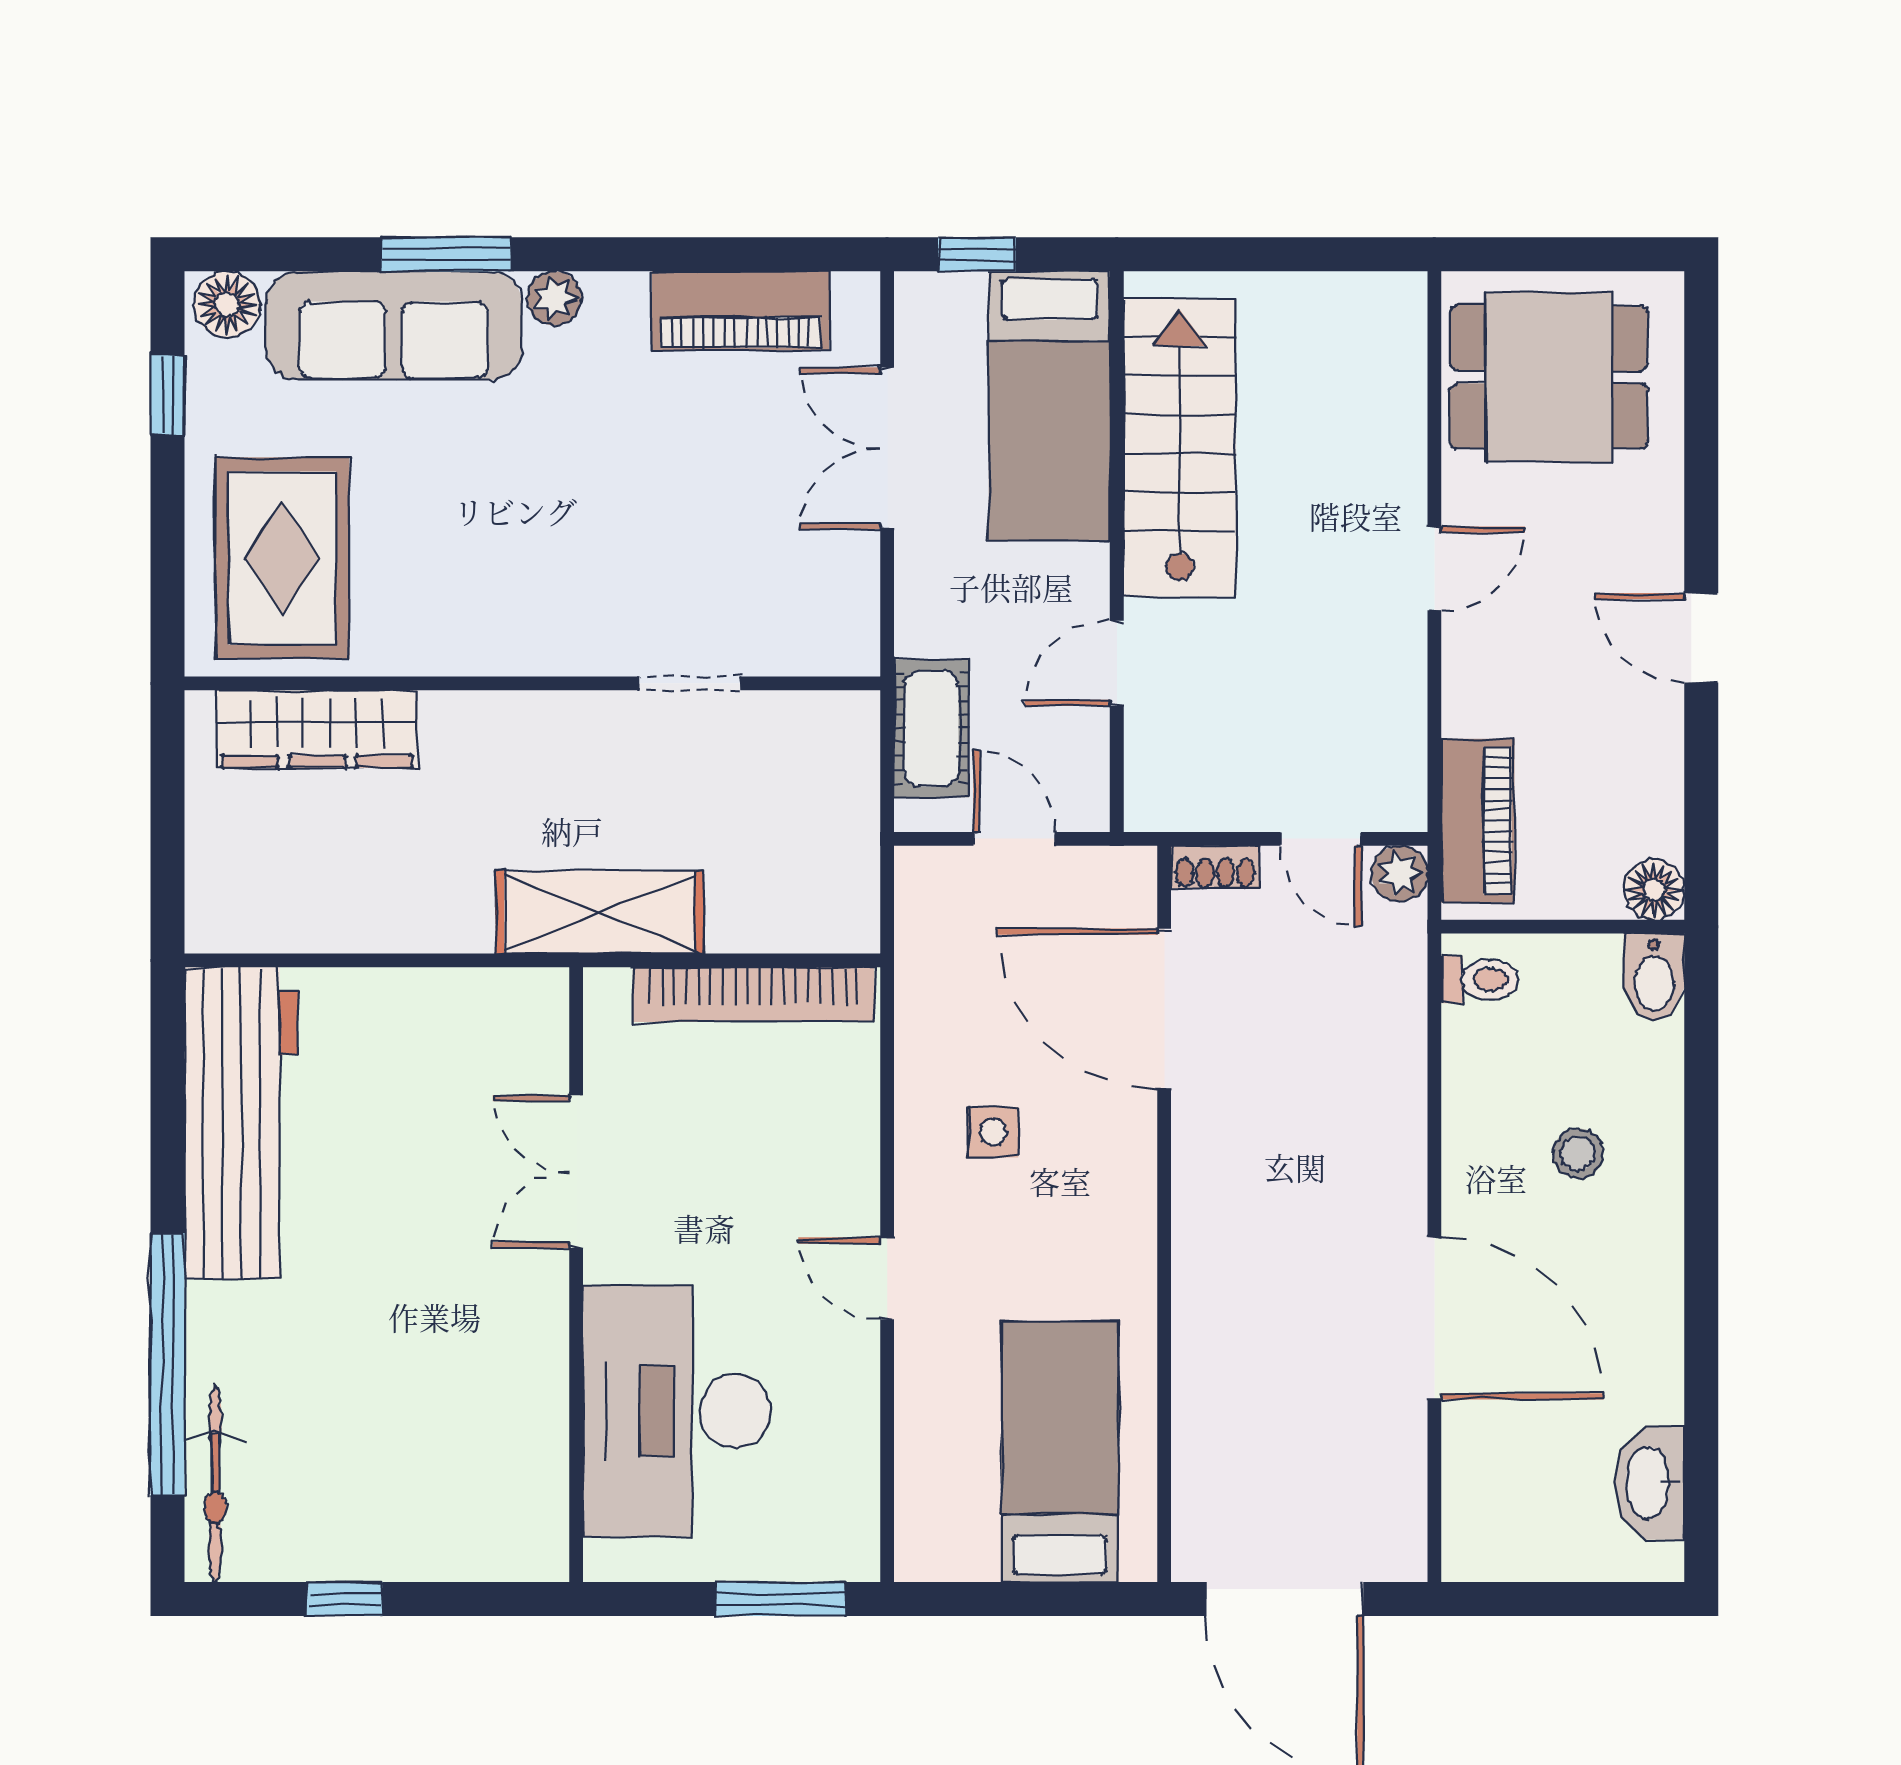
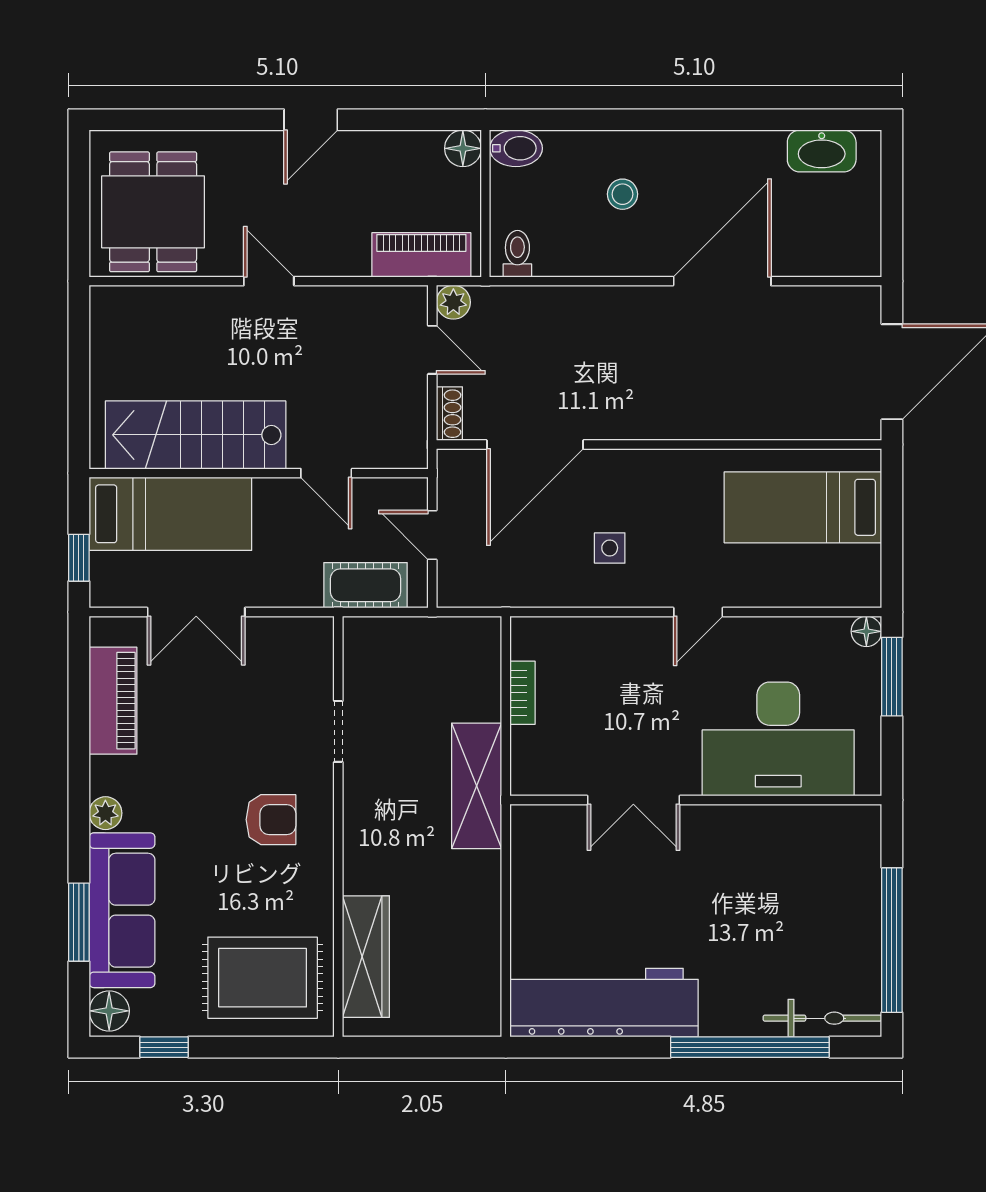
window: (446, 254) -> (79, 922), moved
armchair: (544, 572) -> (271, 820), added
door: (1014, 839) -> (432, 535), hinge flipped
door: (1321, 839) -> (432, 350), hinge flipped
bookcase: (754, 995) -> (523, 693), width x0.43, depth x0.76
floor lamp: (855, 1557) -> (866, 631), added
window: (345, 1599) -> (892, 940), width x3.17

